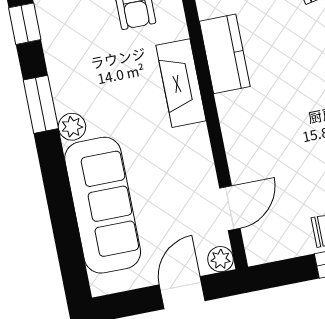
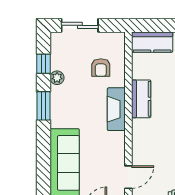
plant: (72, 127) -> (57, 78), moved

